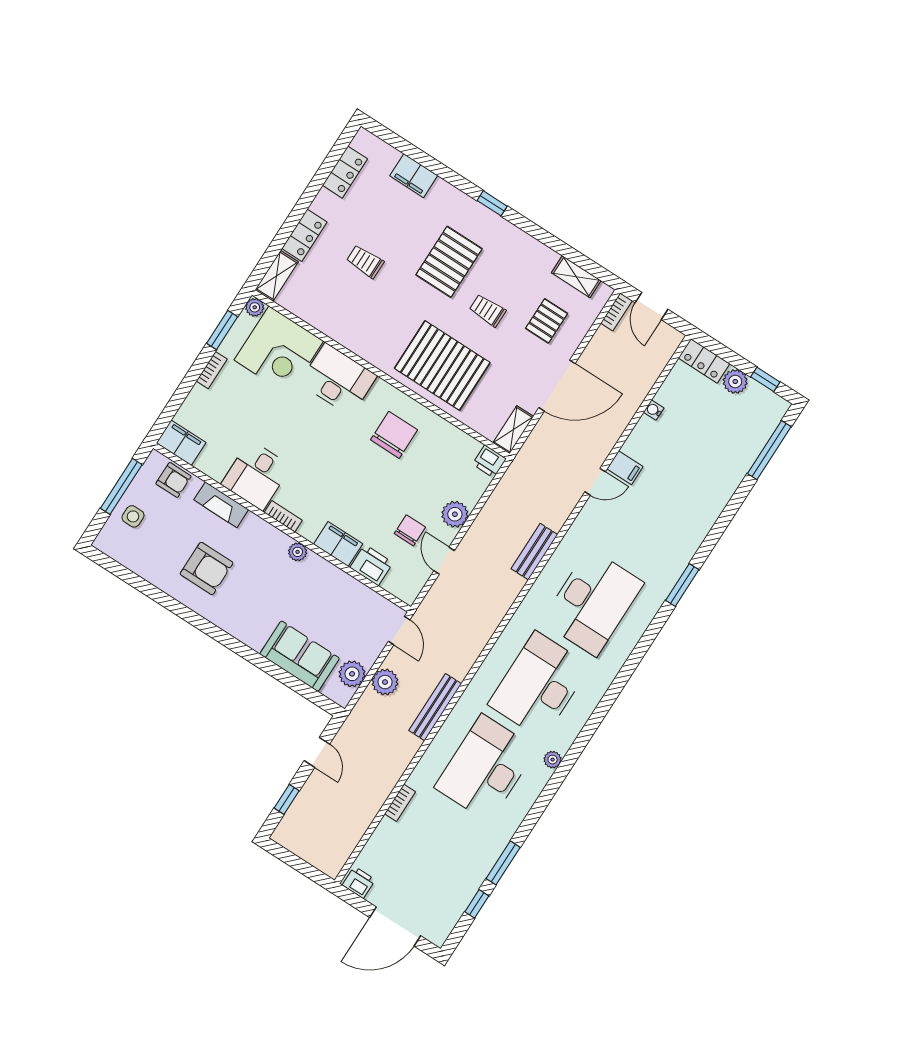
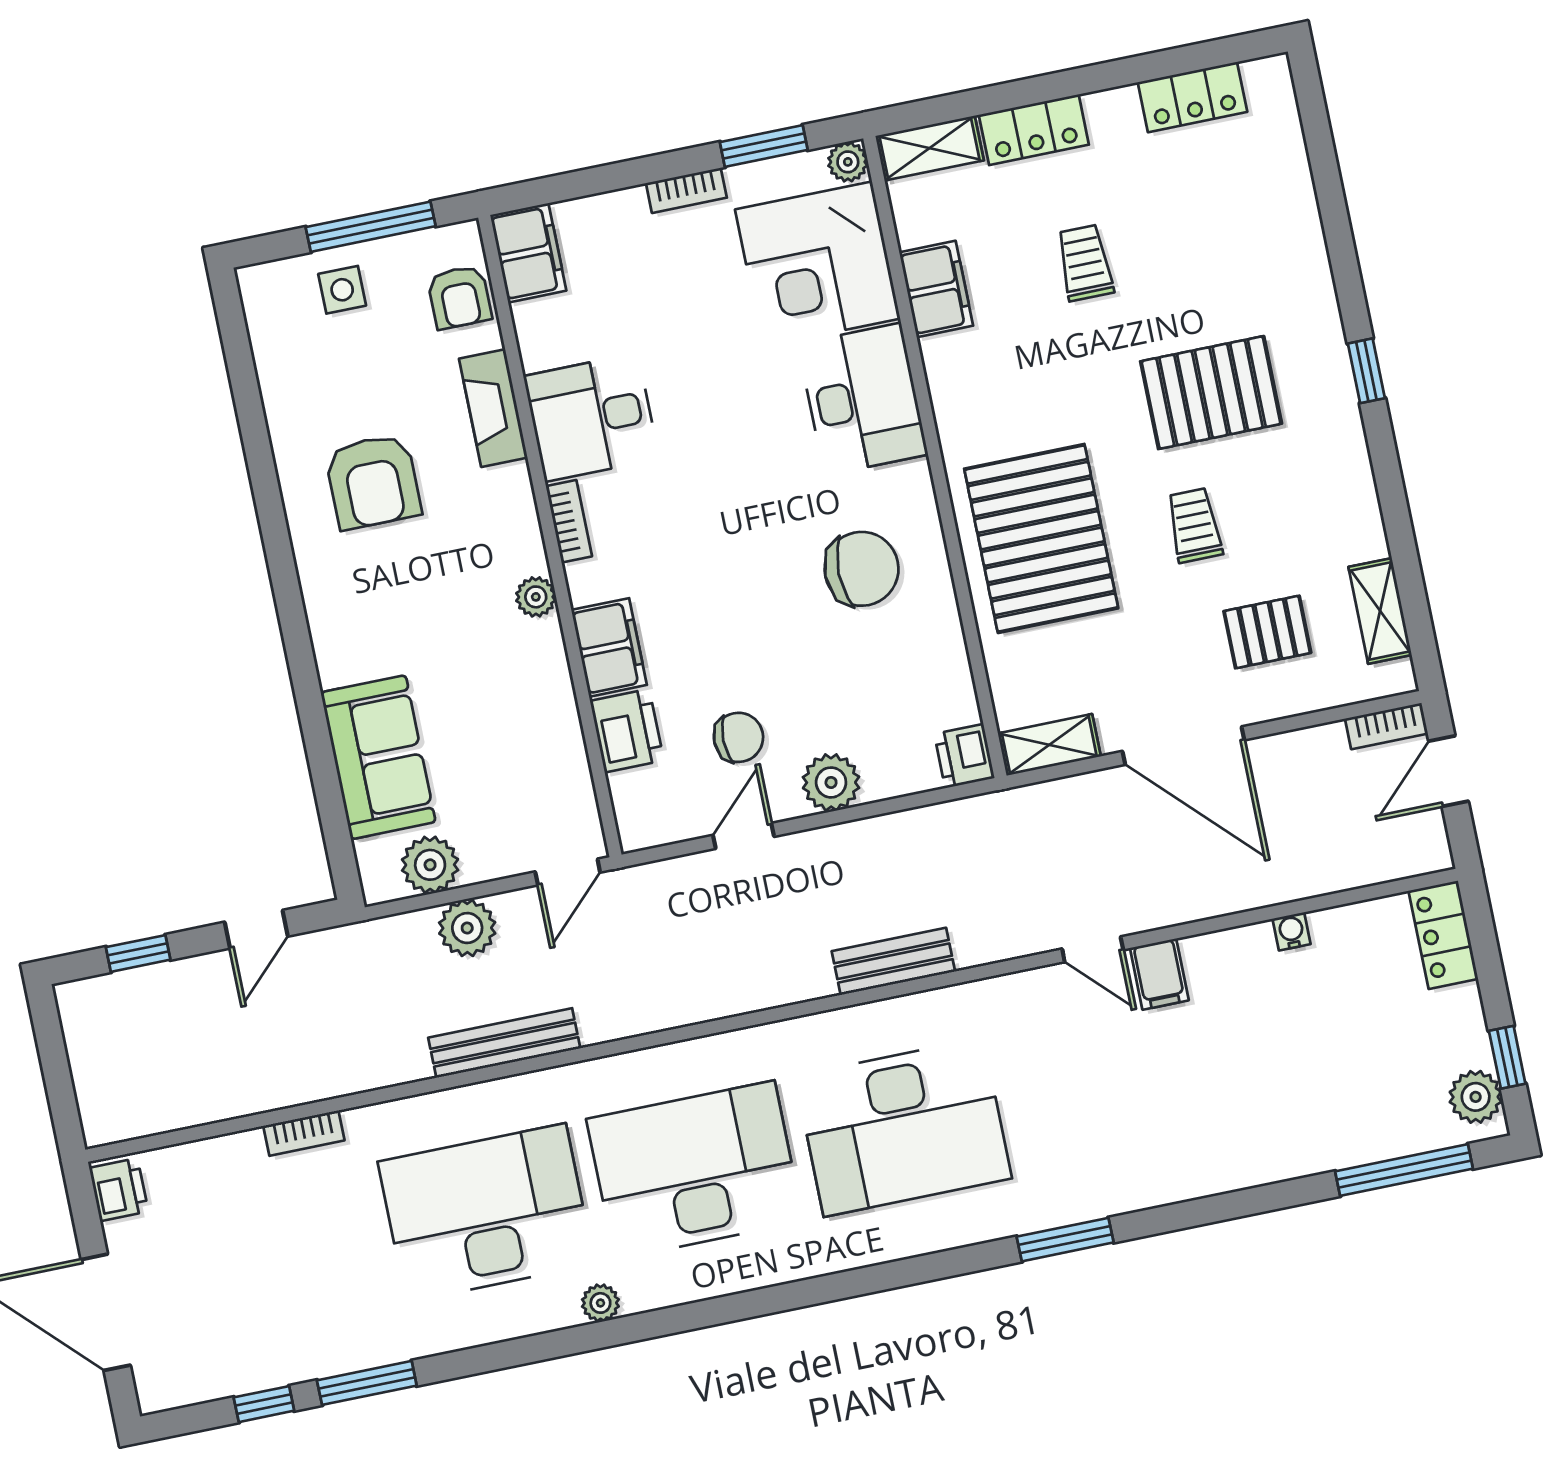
filing cabinet: (414, 176) -> (936, 289), moved, turned 180
plant: (735, 381) -> (1476, 1097), moved

